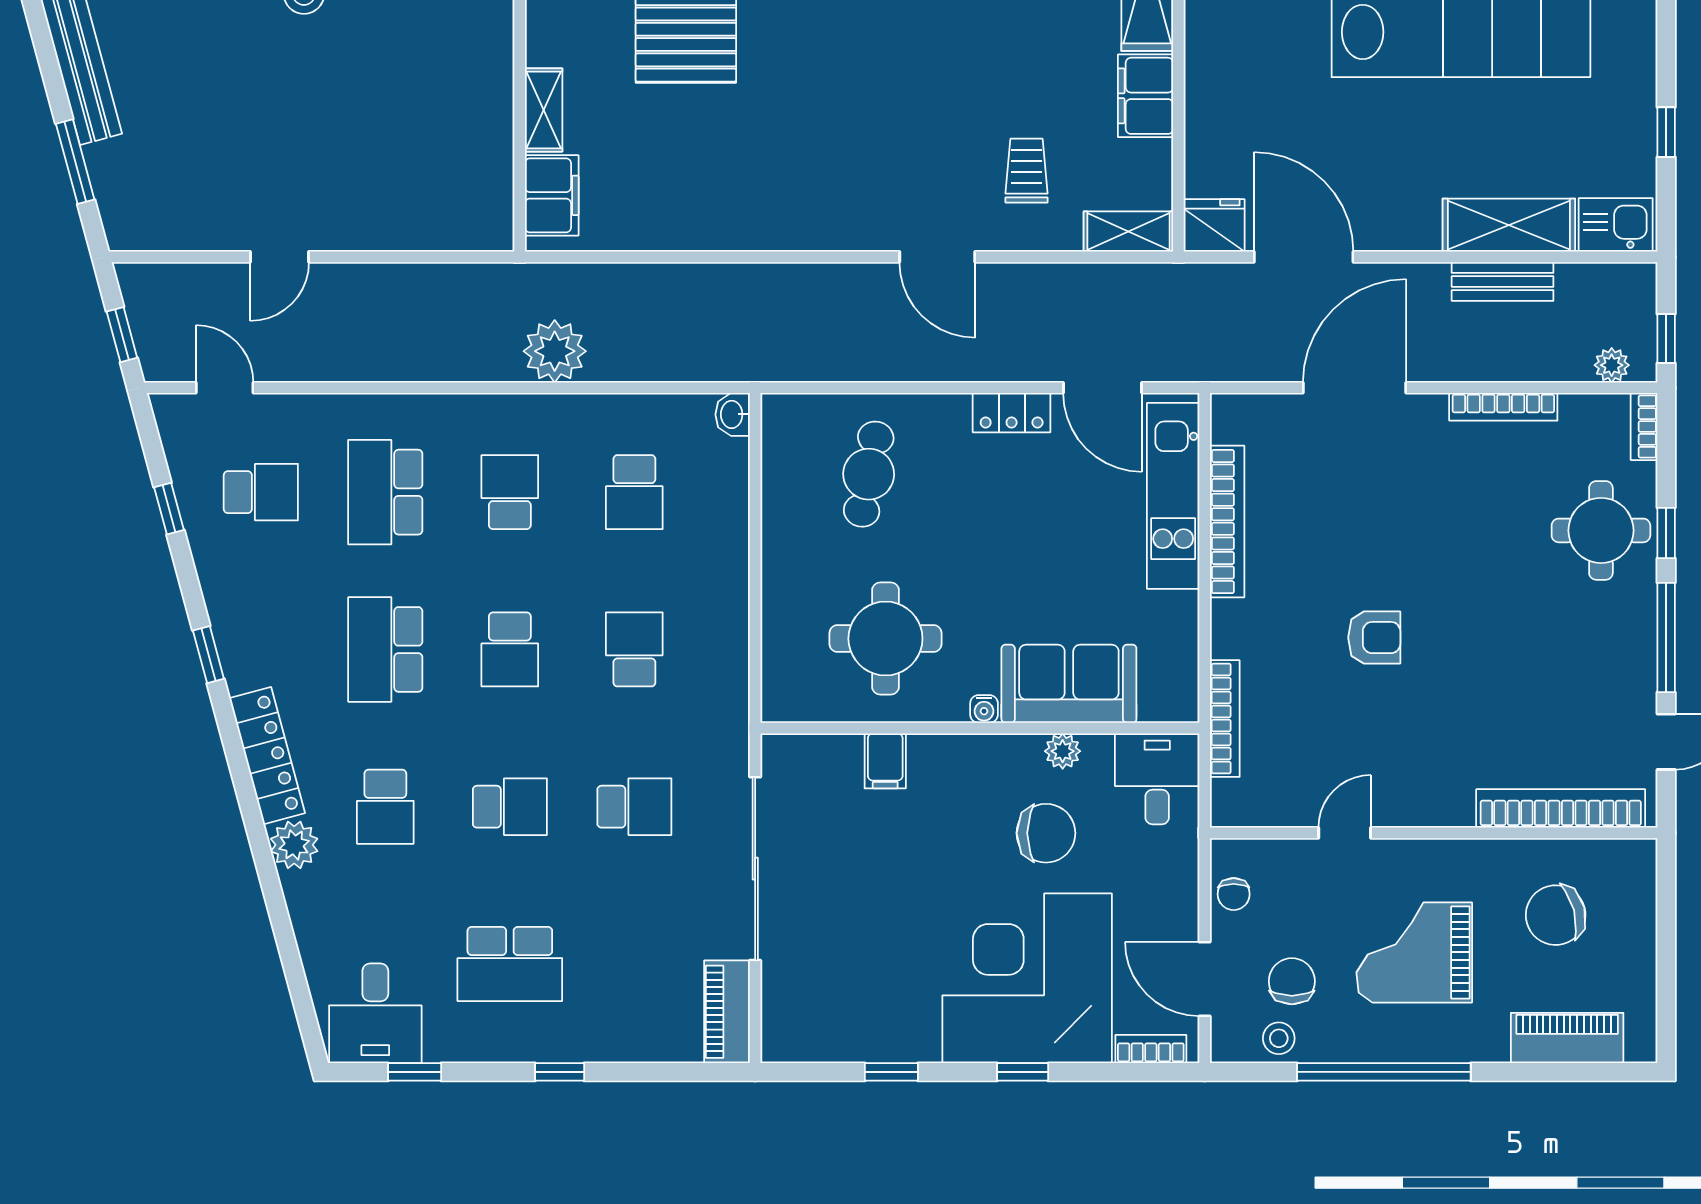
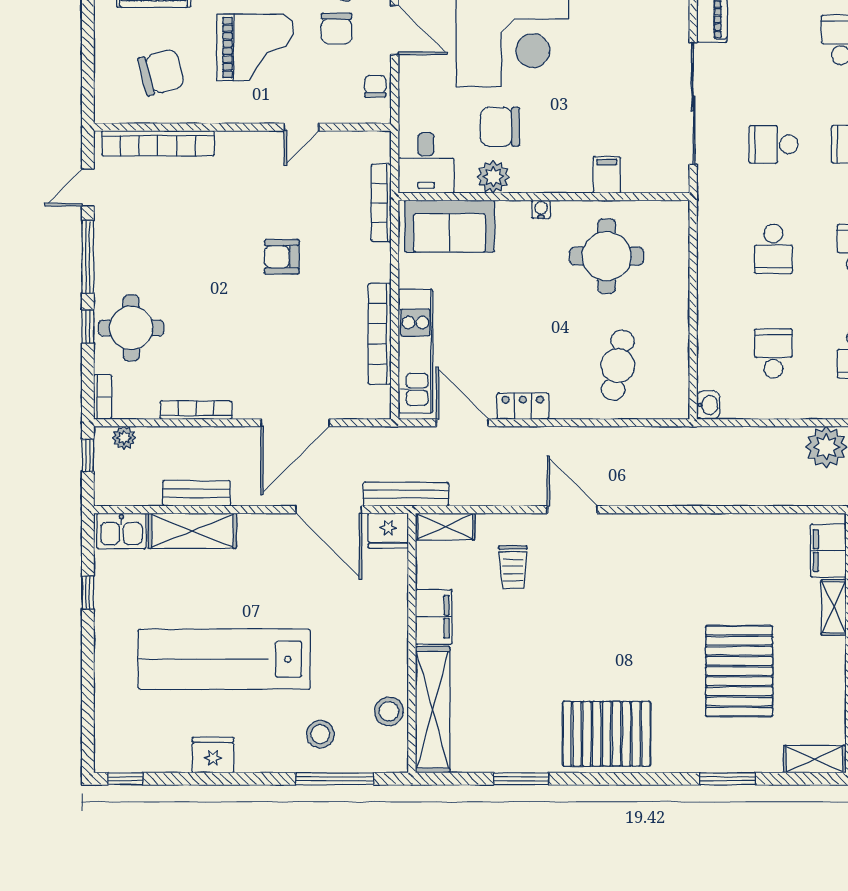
bench: (1187, 280) -> (406, 494), added
sofa: (1069, 684) -> (450, 226), moved
plant: (1063, 751) -> (493, 177), width x1.38, depth x1.38

